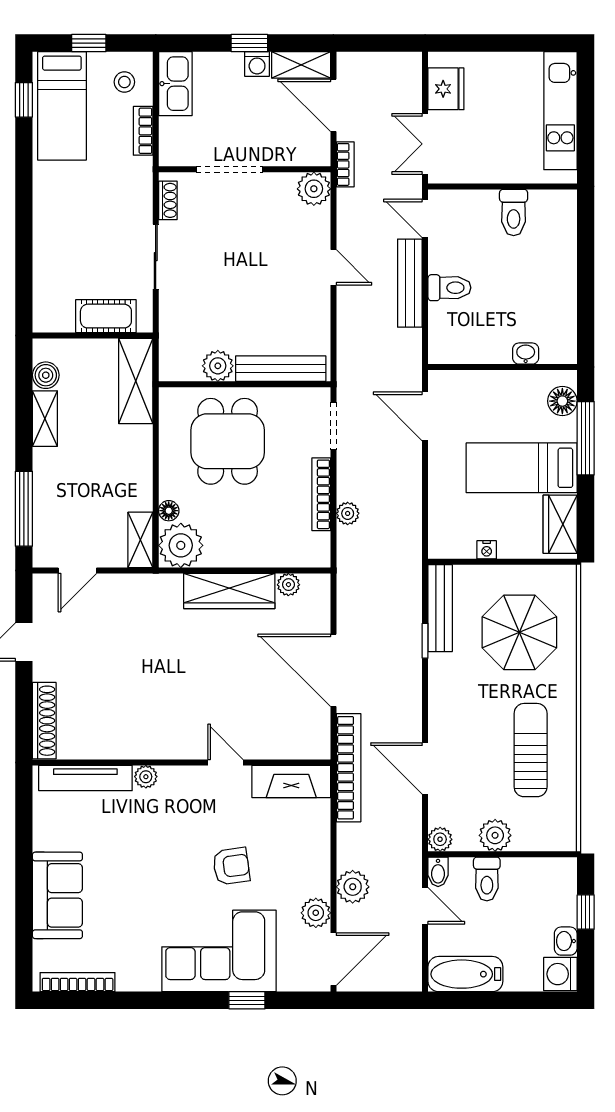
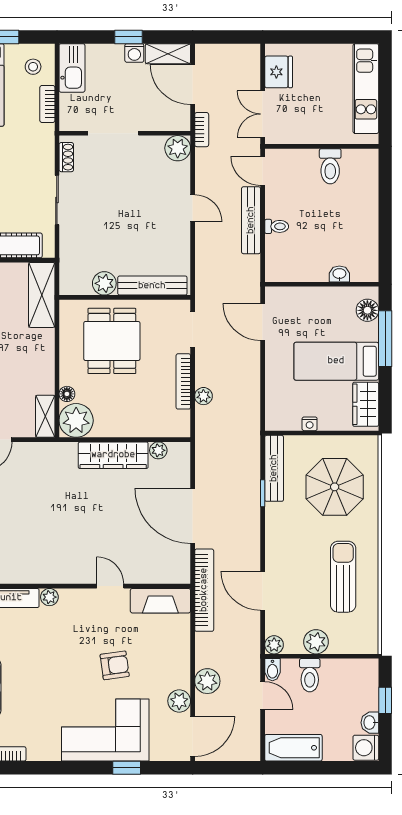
toilet: (449, 288) -> (277, 226), width x0.73, depth x0.72

